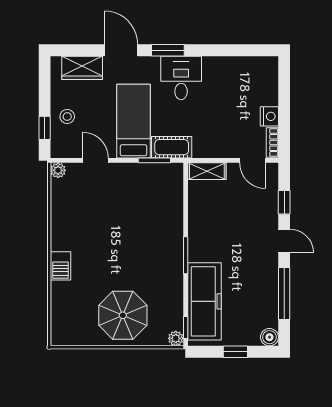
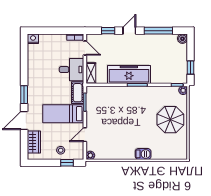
desk: (181, 78) -> (72, 70), moved, turned 180
nightstand: (269, 116) -> (33, 39), moved
door: (252, 160) -> (85, 48), hinge flipped
freezer: (205, 301) -> (129, 74), moved
window: (235, 352) -> (191, 68), moved

